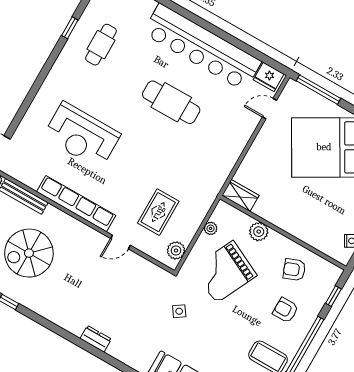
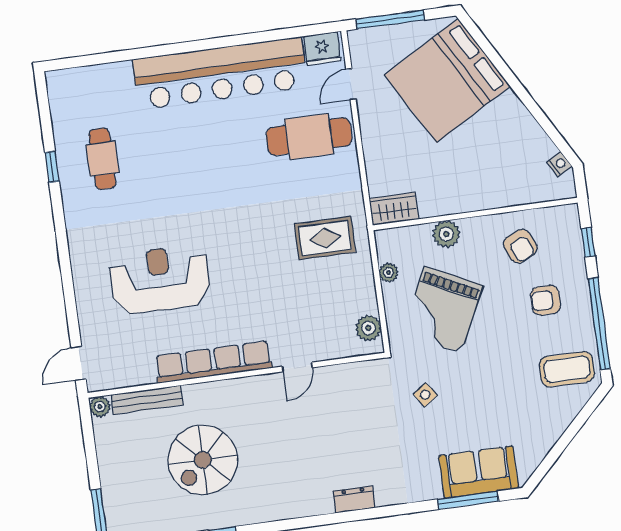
cafe table: (171, 102) -> (309, 137), moved
reception desk: (82, 136) -> (160, 279), turned 180
rug: (158, 212) -> (325, 238), moved, turned 90
armchair: (294, 270) -> (520, 246), turned -94

